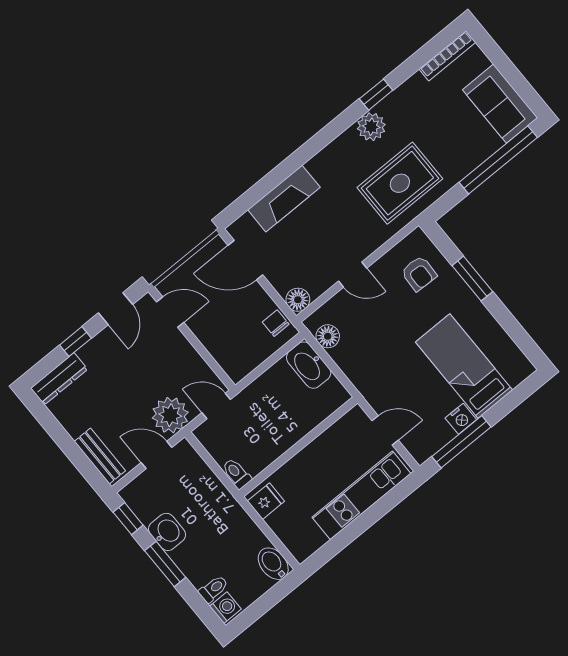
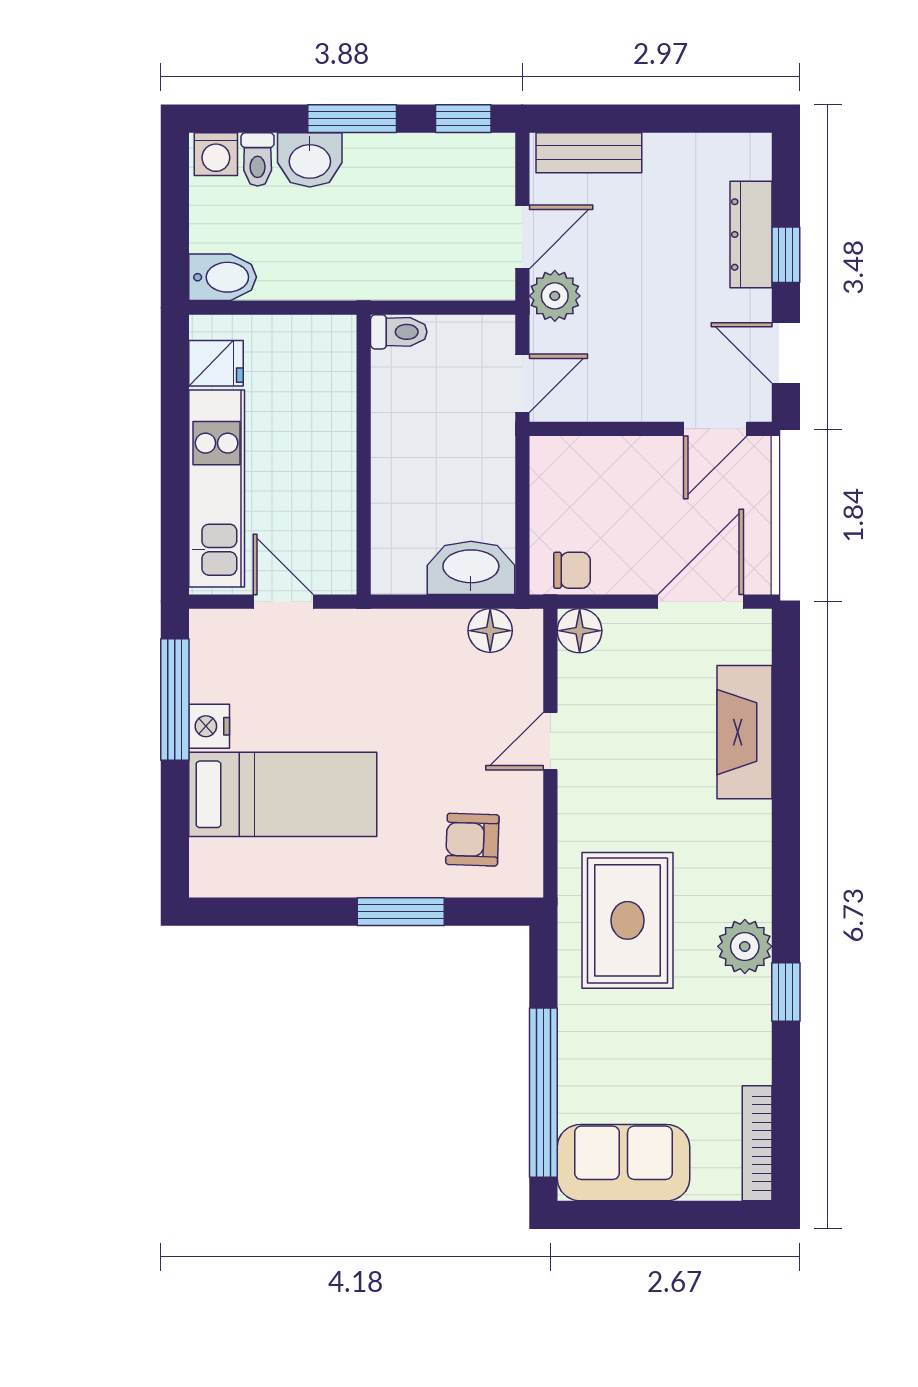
dresser: (59, 379) -> (751, 234), moved
plant: (170, 415) -> (555, 296), width x0.73, depth x0.73
door: (385, 430) -> (283, 602), swing flipped
fridge: (266, 501) -> (216, 363), moved, turned -90
washbasin: (167, 532) -> (310, 160), moved

